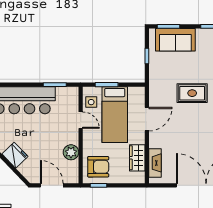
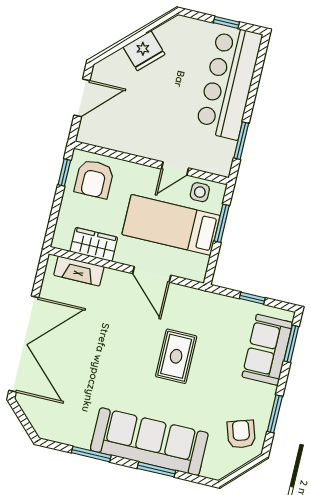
plant: (71, 152) -> (128, 141), removed

